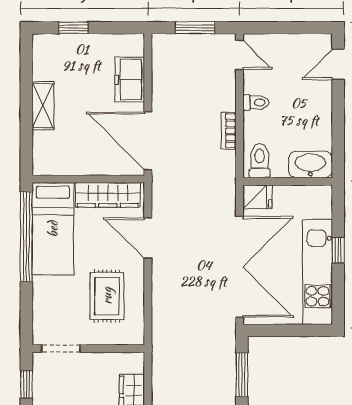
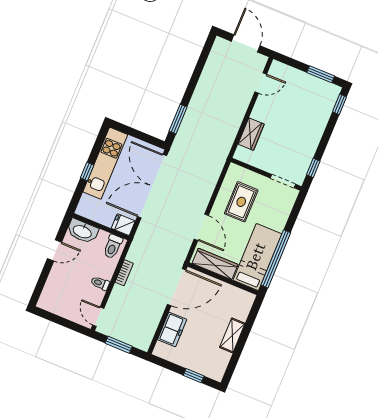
door: (338, 64) -> (55, 250), moved
door: (148, 141) -> (177, 287), hinge flipped

